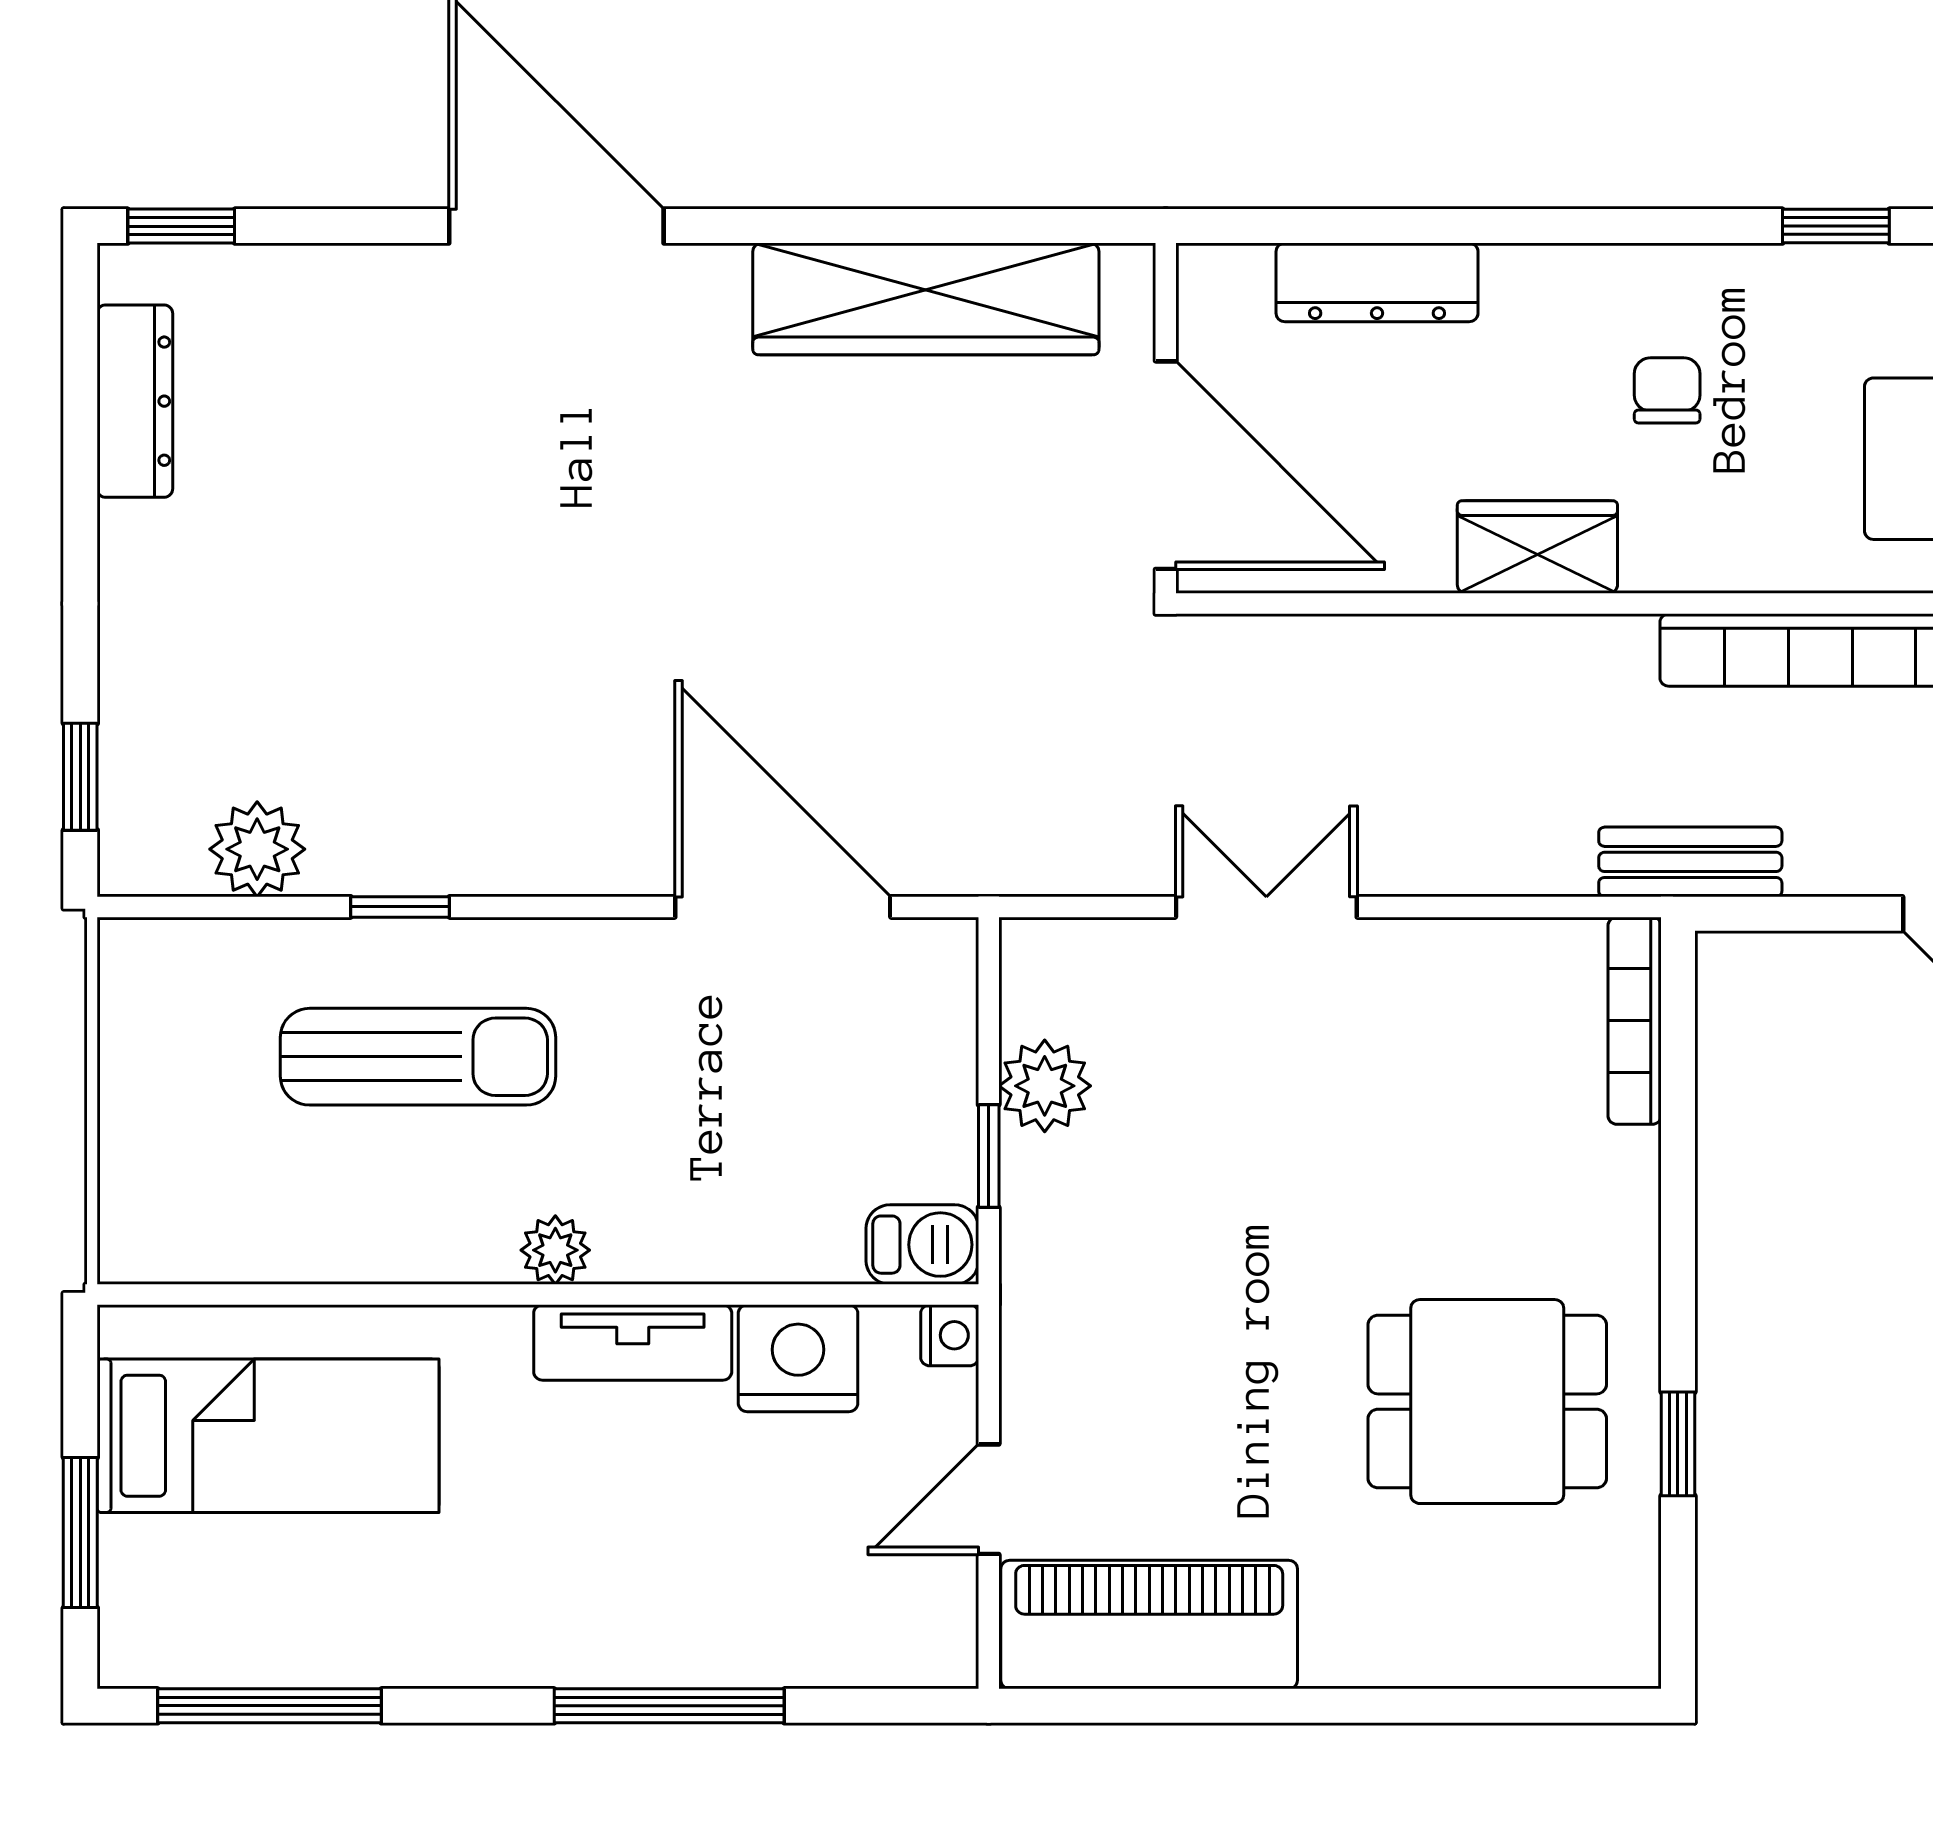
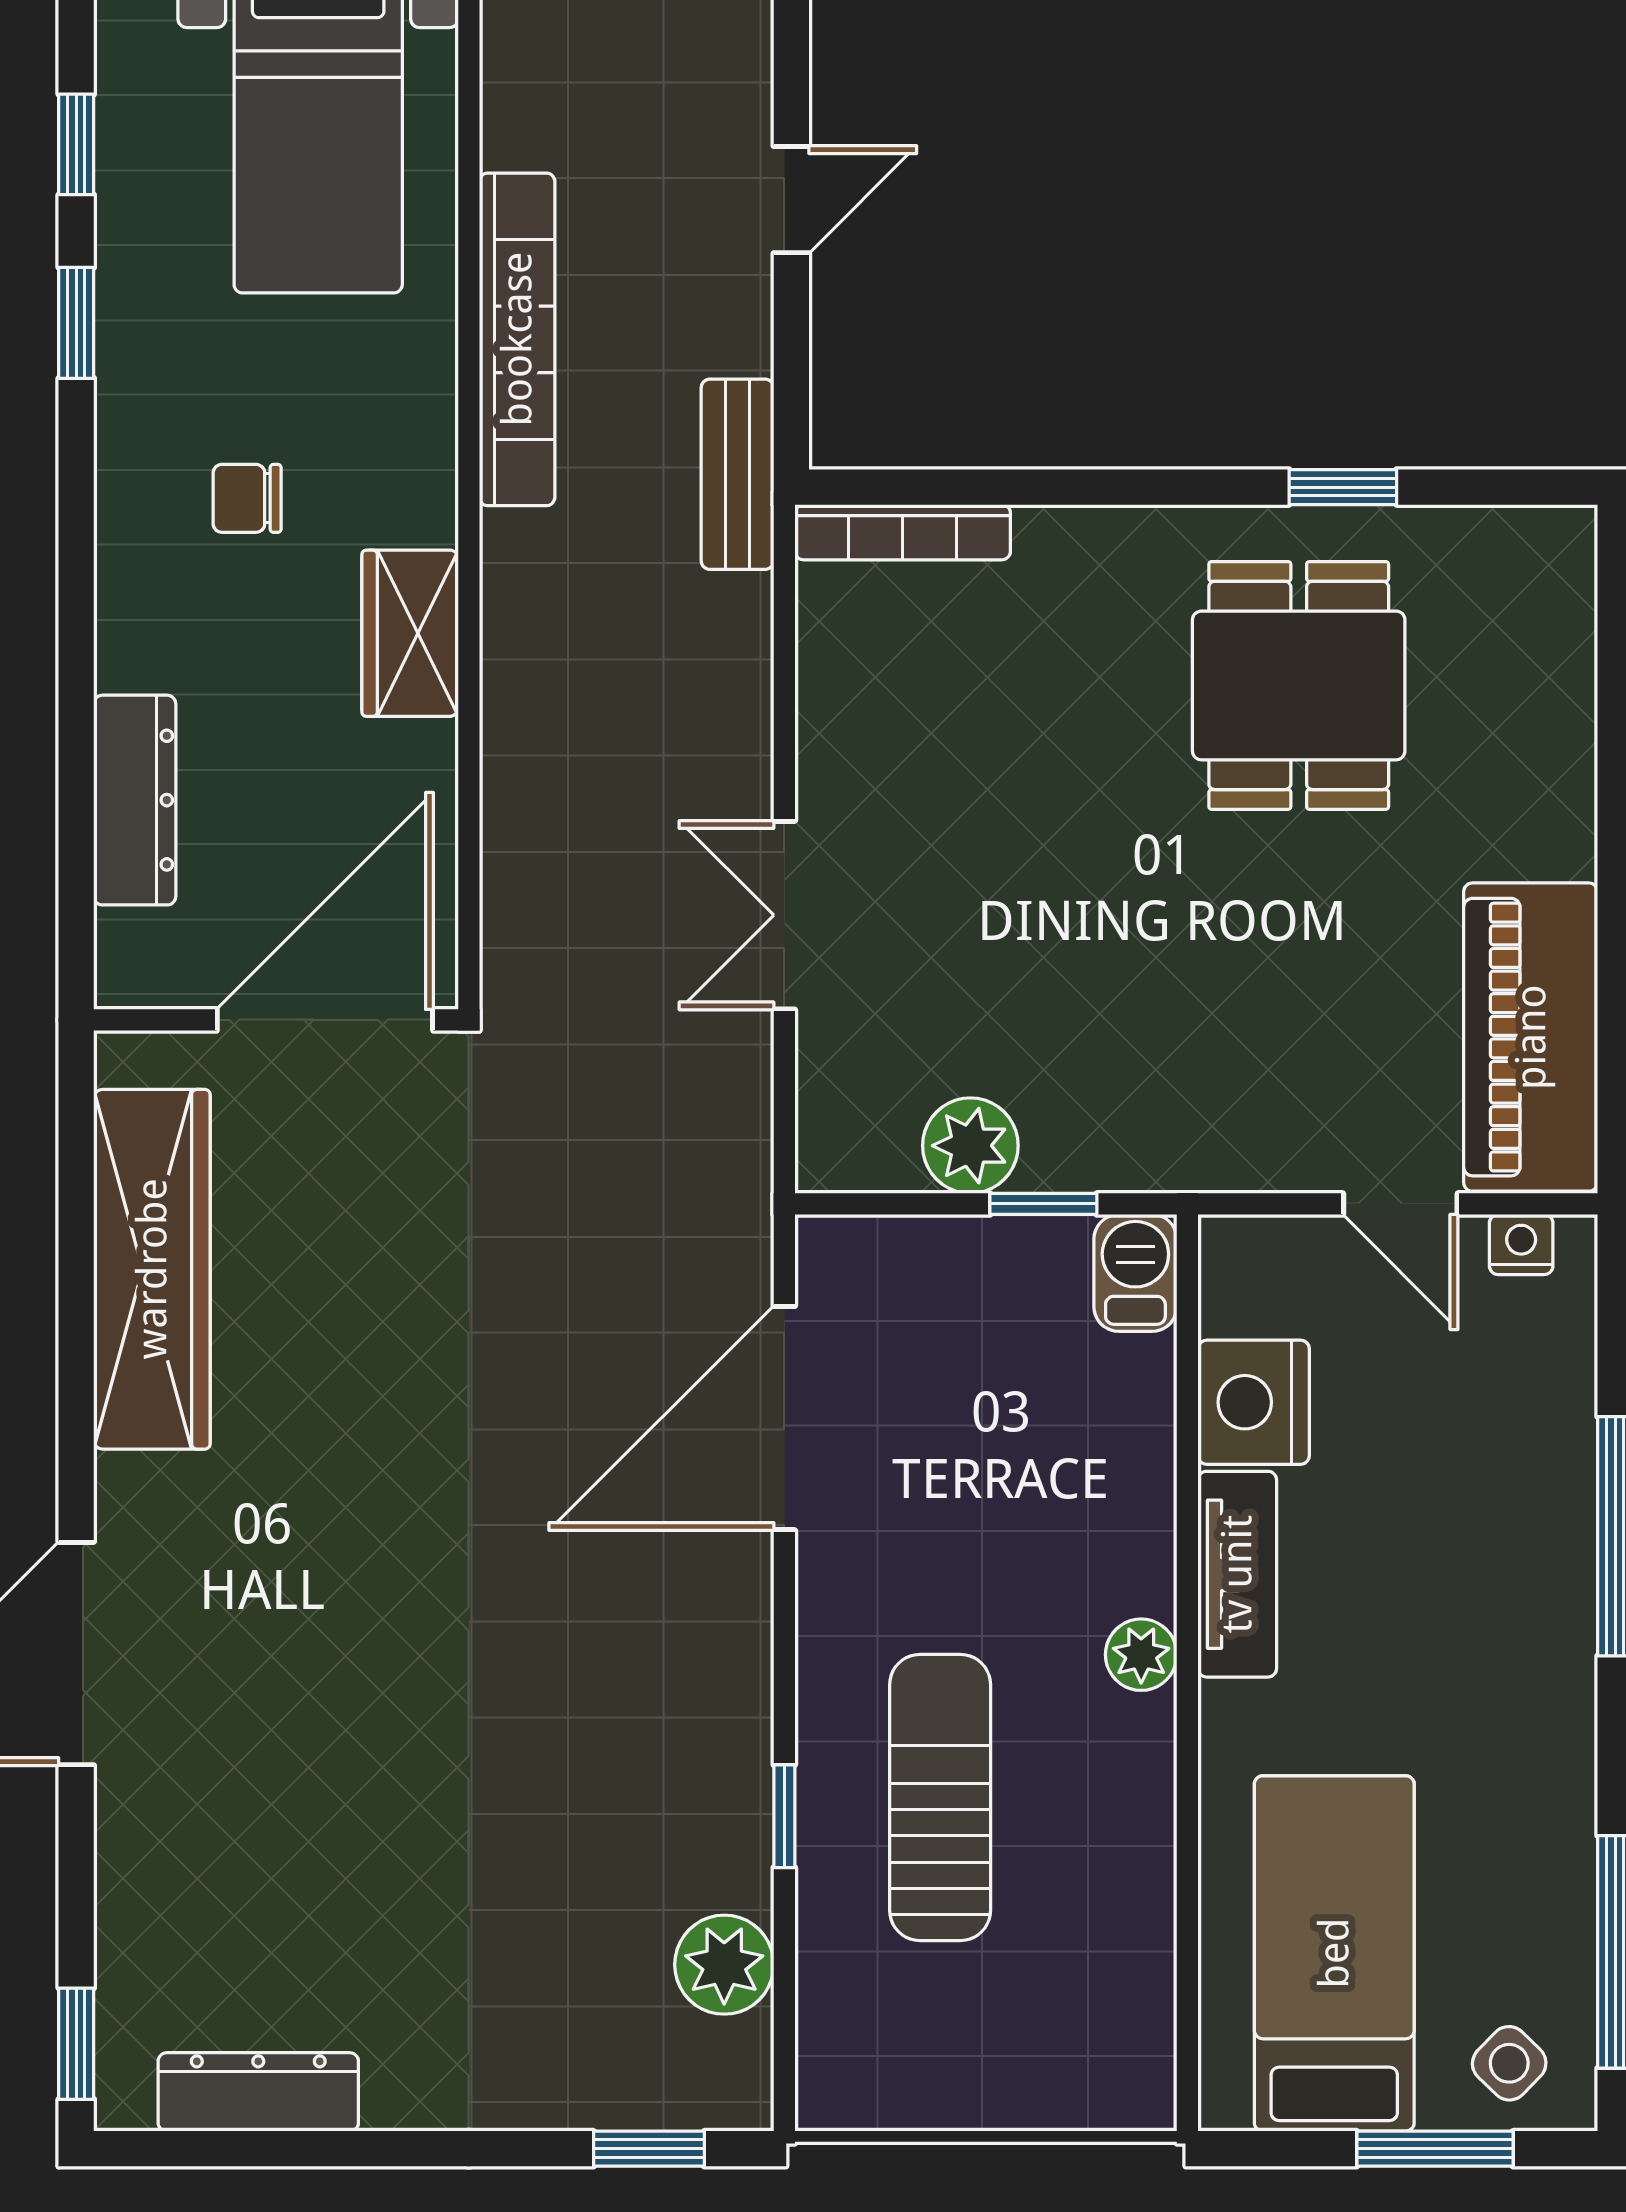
nightstand: (950, 1335) -> (1521, 1244), moved
side table: (162, 1604) -> (1509, 2063), added

